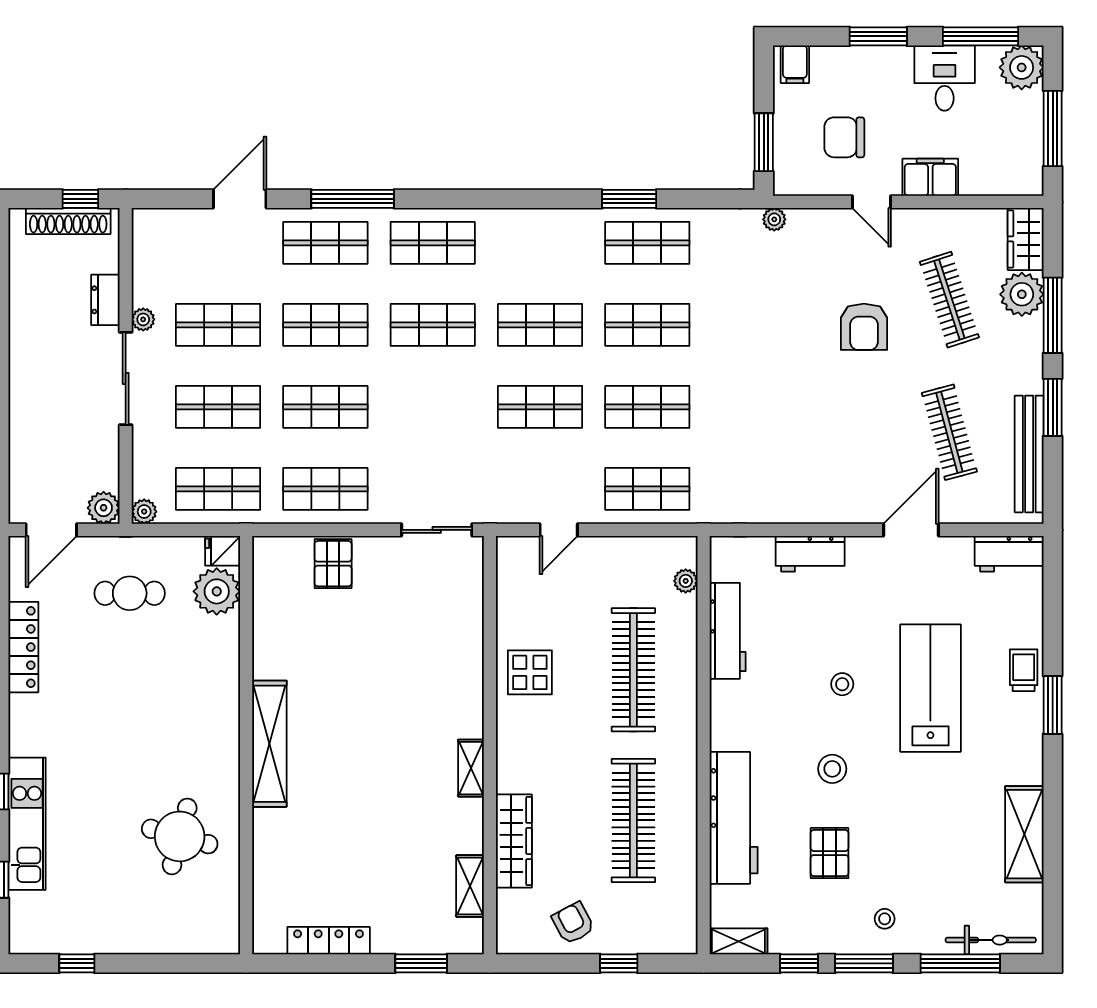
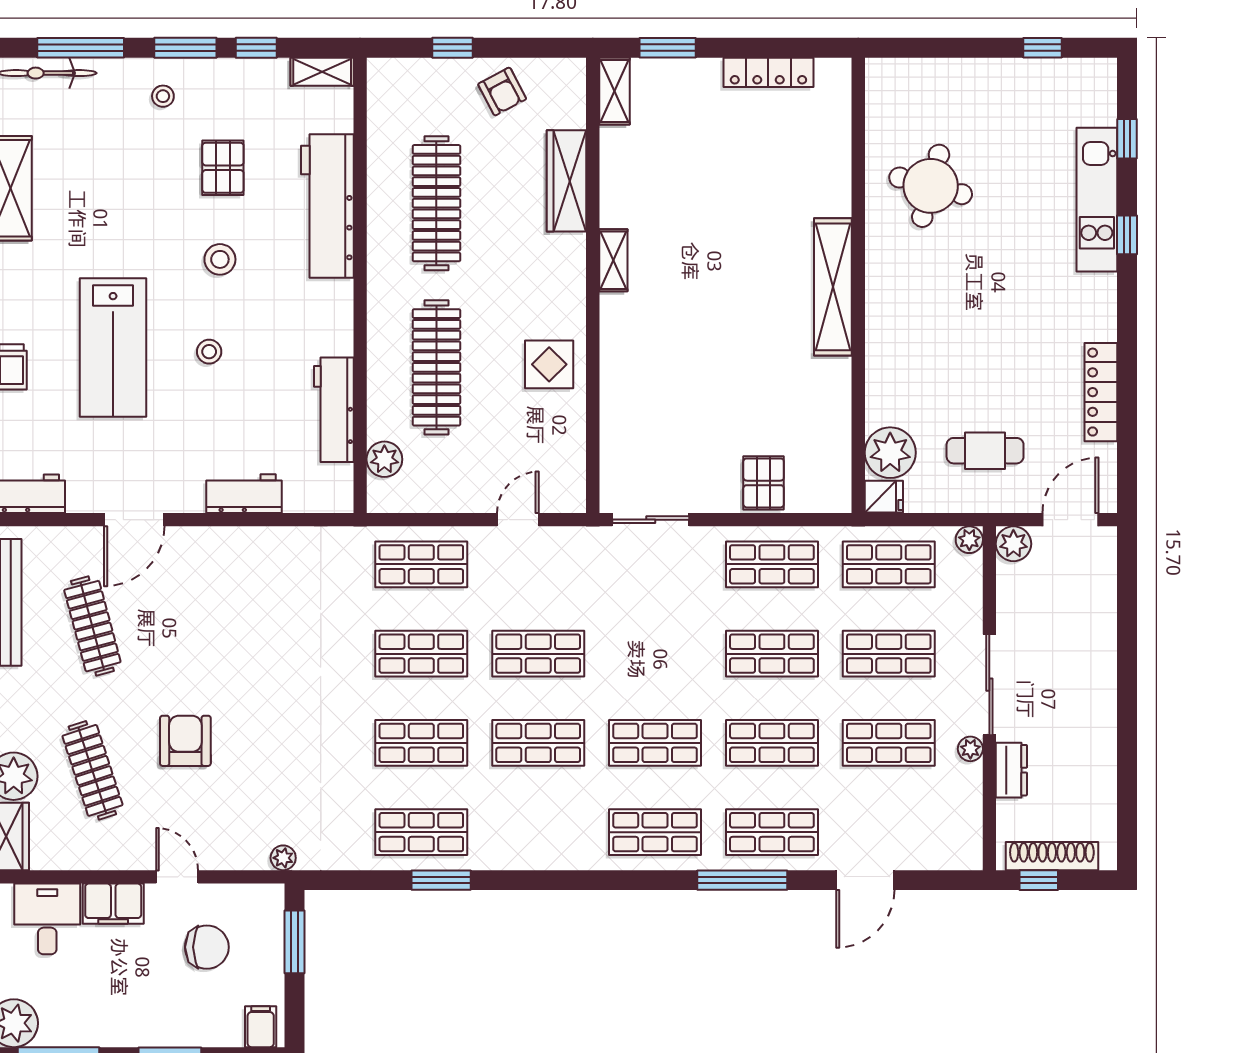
desk: (945, 78) -> (47, 919), moved, turned 180
plant: (686, 581) -> (384, 459), width x1.38, depth x1.38
shelving: (470, 886) -> (614, 91), moved

